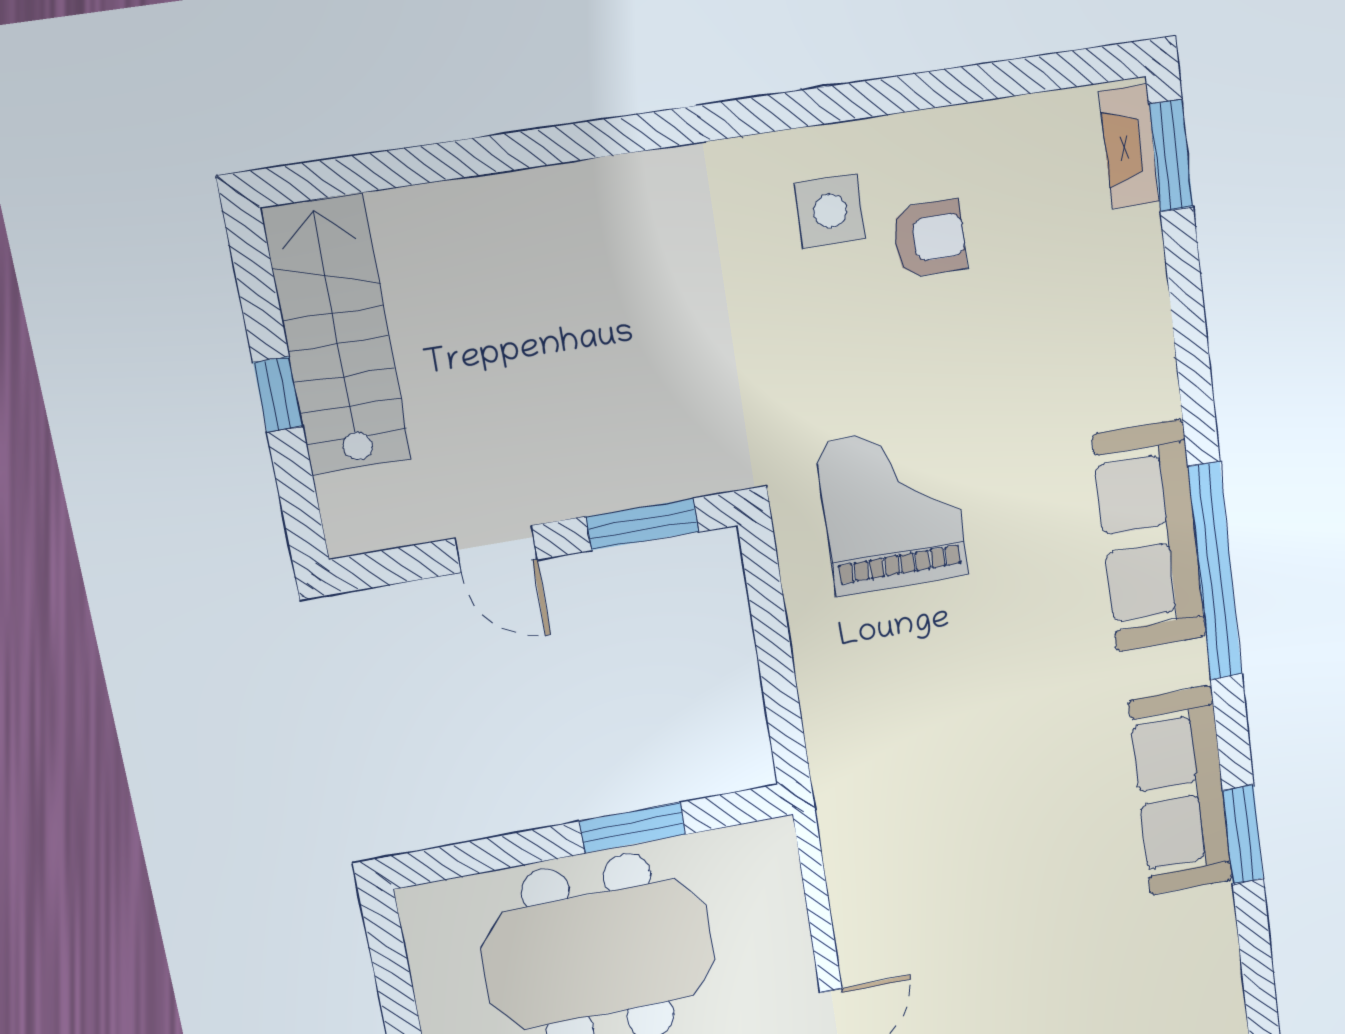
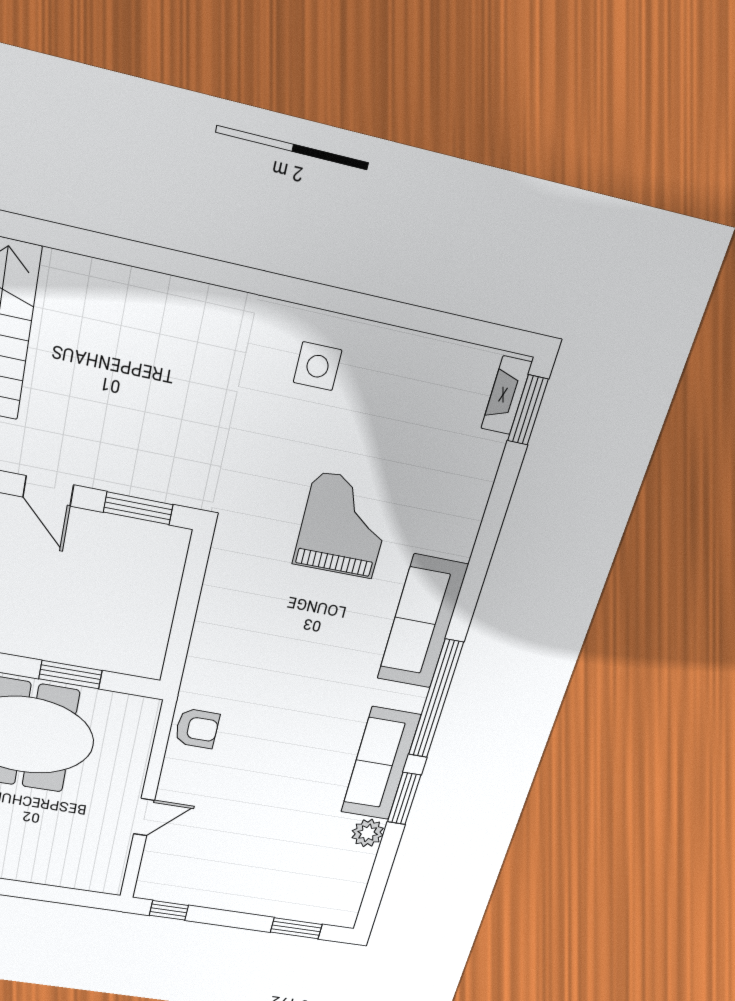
armchair: (929, 238) -> (197, 728), moved
grand piano: (892, 509) -> (344, 525), moved
window: (1215, 571) -> (436, 699), moved
plant: (1209, 915) -> (368, 833), added

